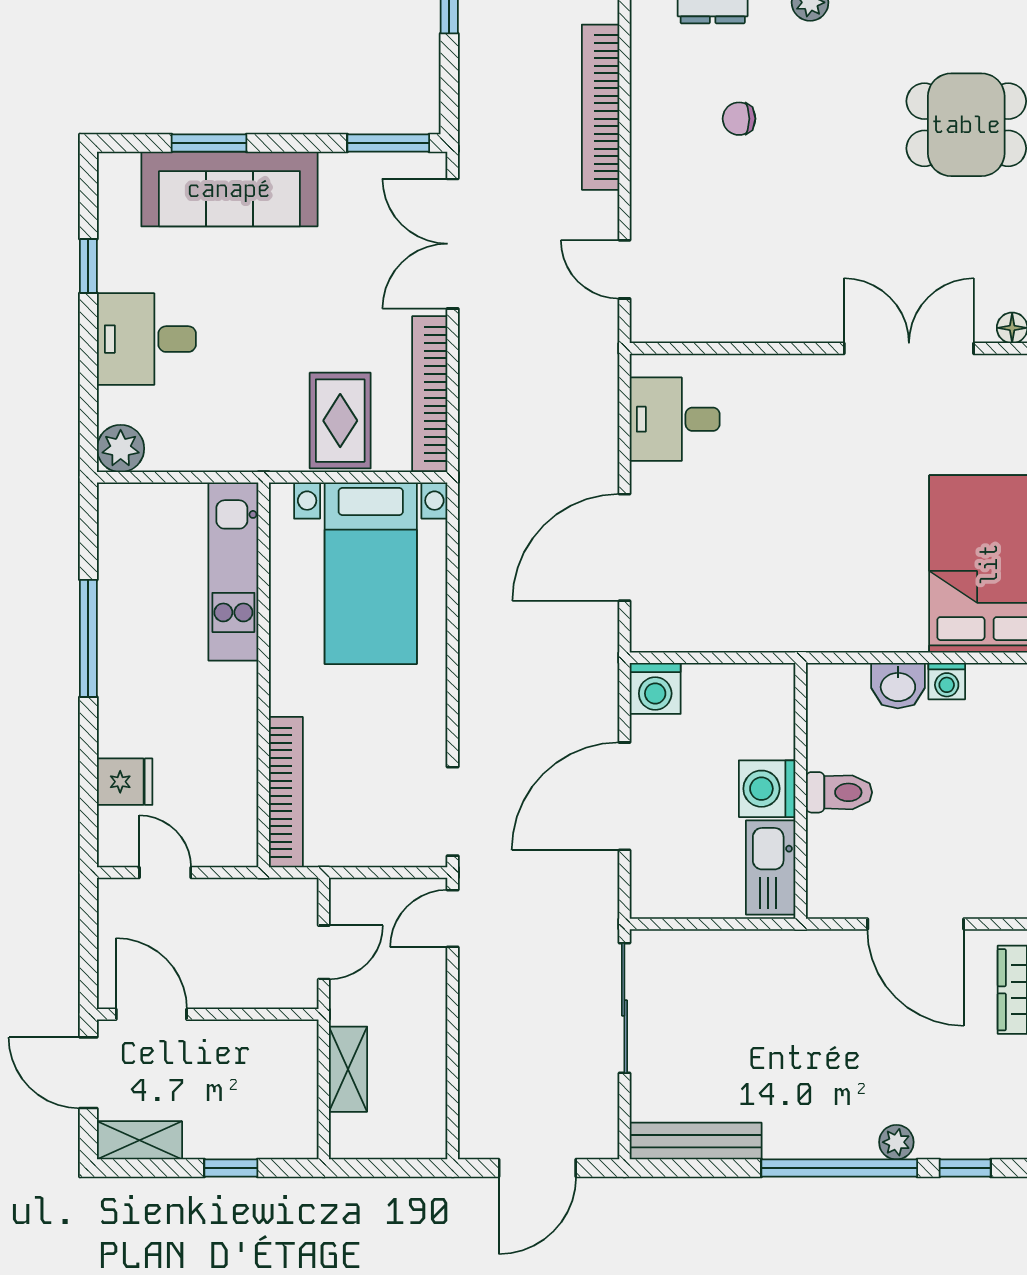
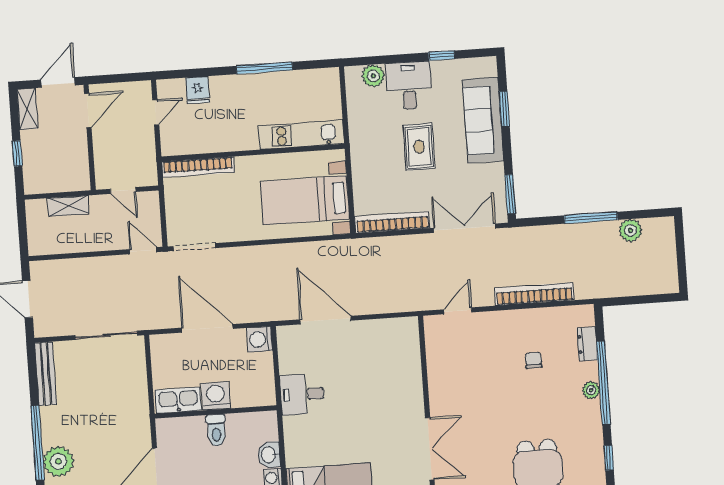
desk: (675, 419) -> (302, 394), moved, turned -90
rug: (340, 421) -> (419, 147), moved, turned 90
plant: (121, 448) -> (373, 76), moved
plant: (896, 1142) -> (58, 461), width x1.88, depth x1.88

